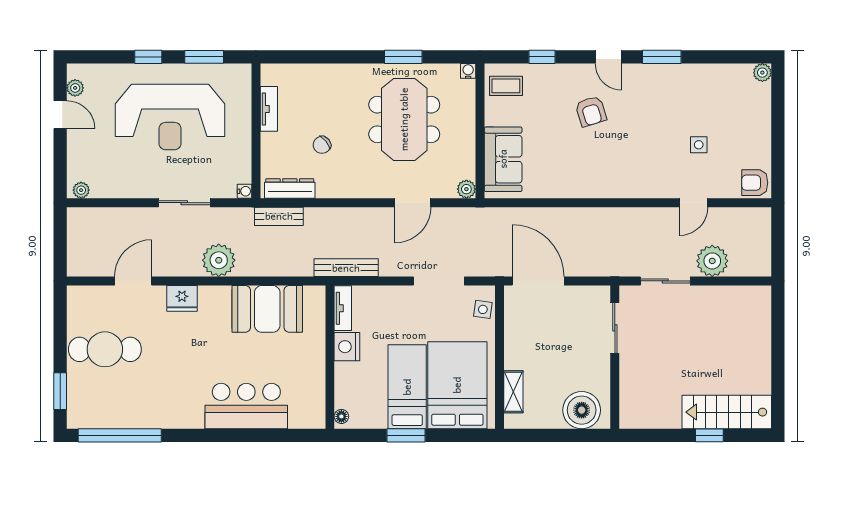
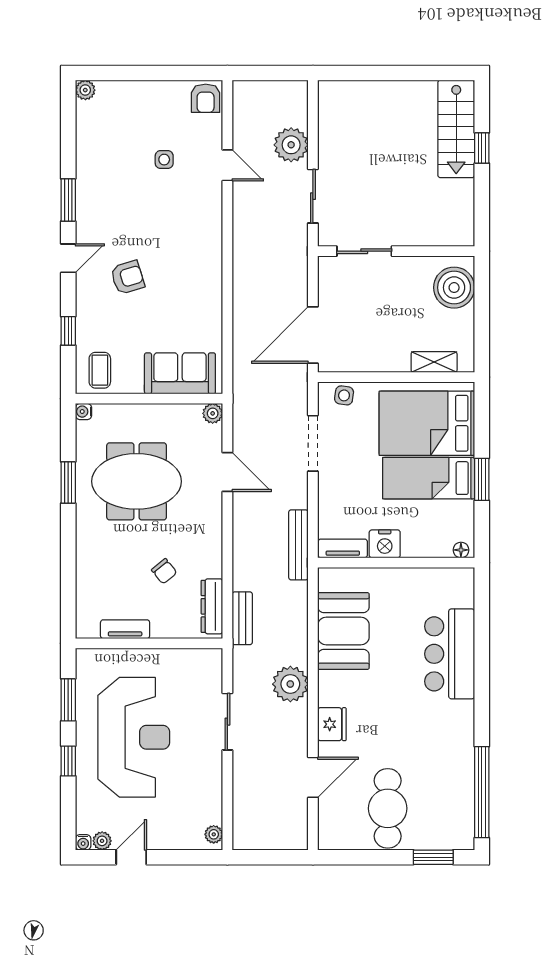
water cooler: (244, 191) -> (83, 842), moved, turned 180
door: (133, 281) -> (313, 777), swing flipped

